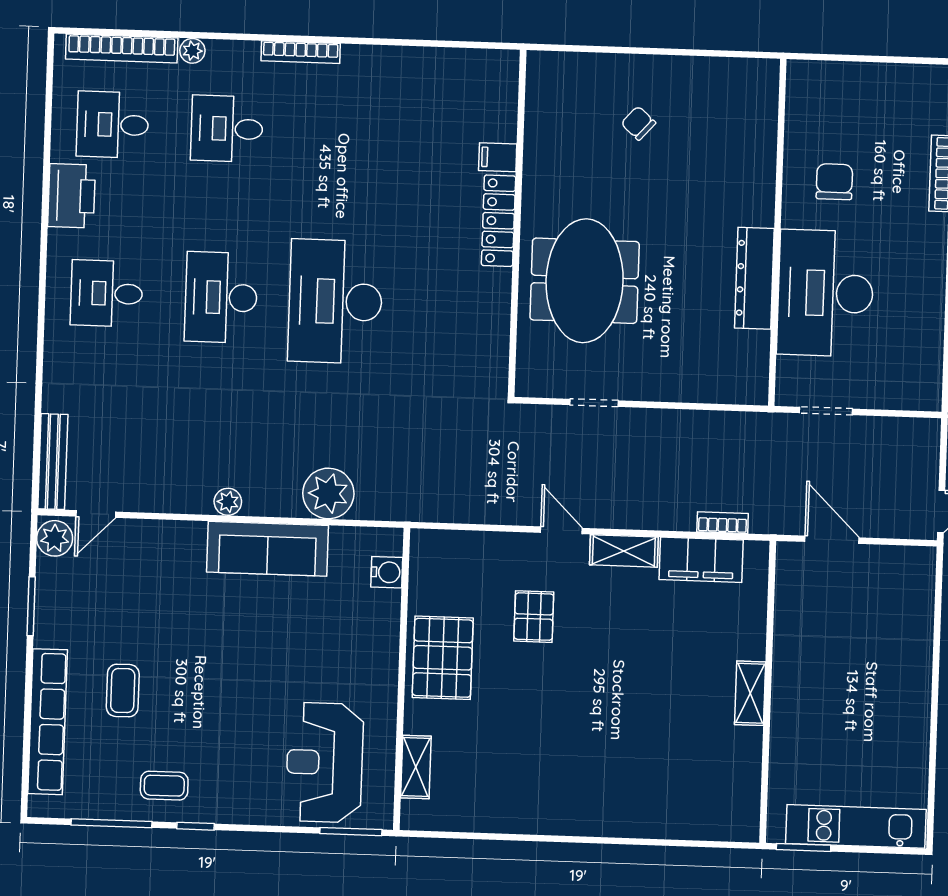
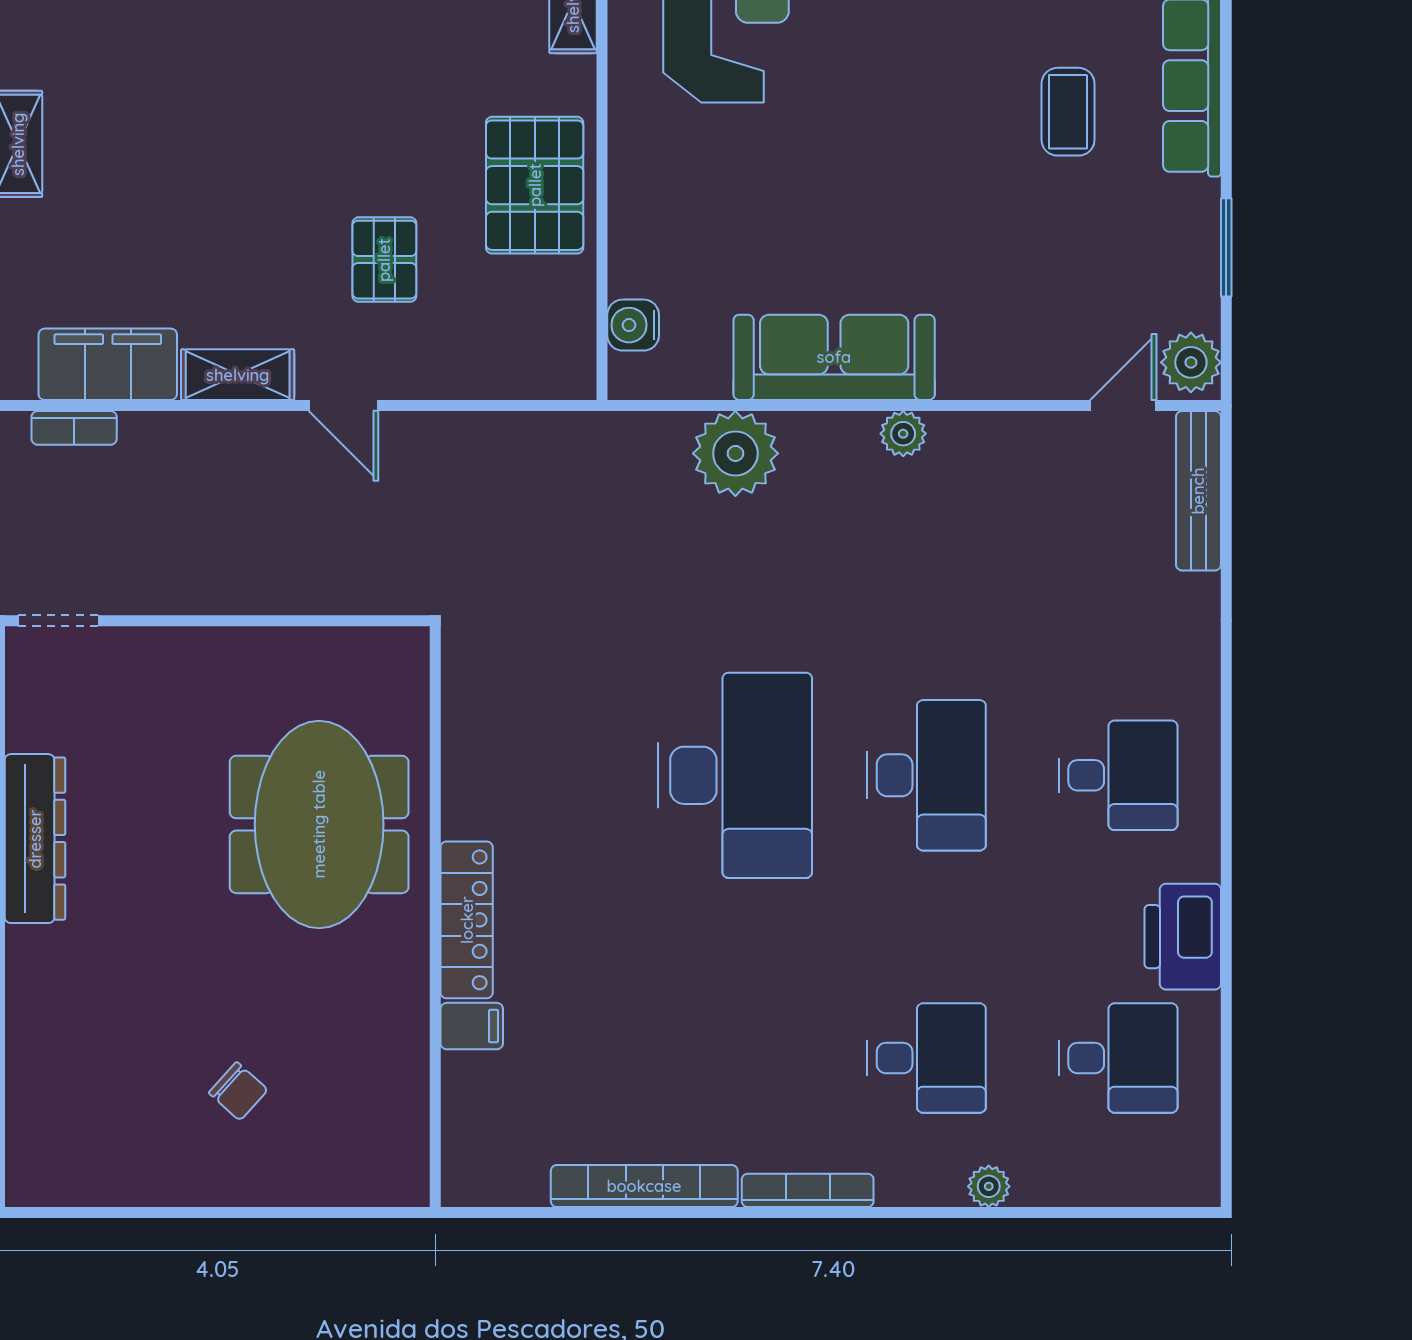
bookcase: (122, 49) -> (644, 1186), moved
doorway: (594, 403) -> (58, 621), moved

